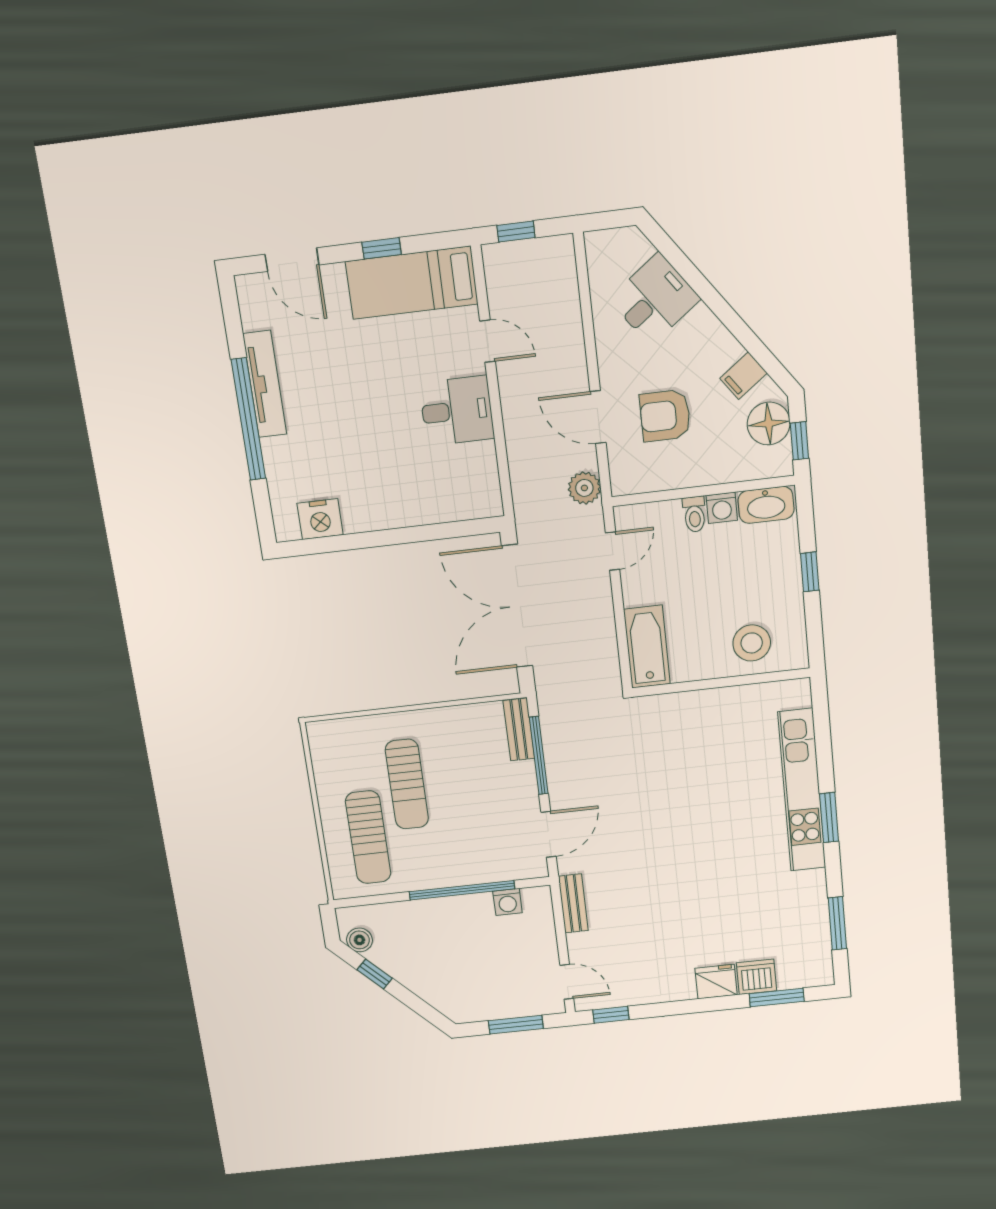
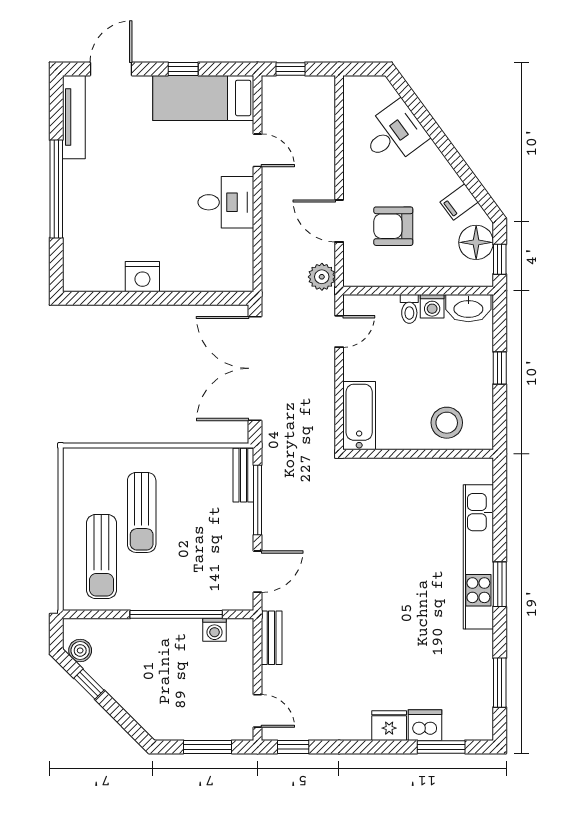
door: (292, 260) -> (111, 69), swing flipped
tv unit: (265, 384) -> (74, 117), moved
nightstand: (320, 519) -> (142, 277), moved

